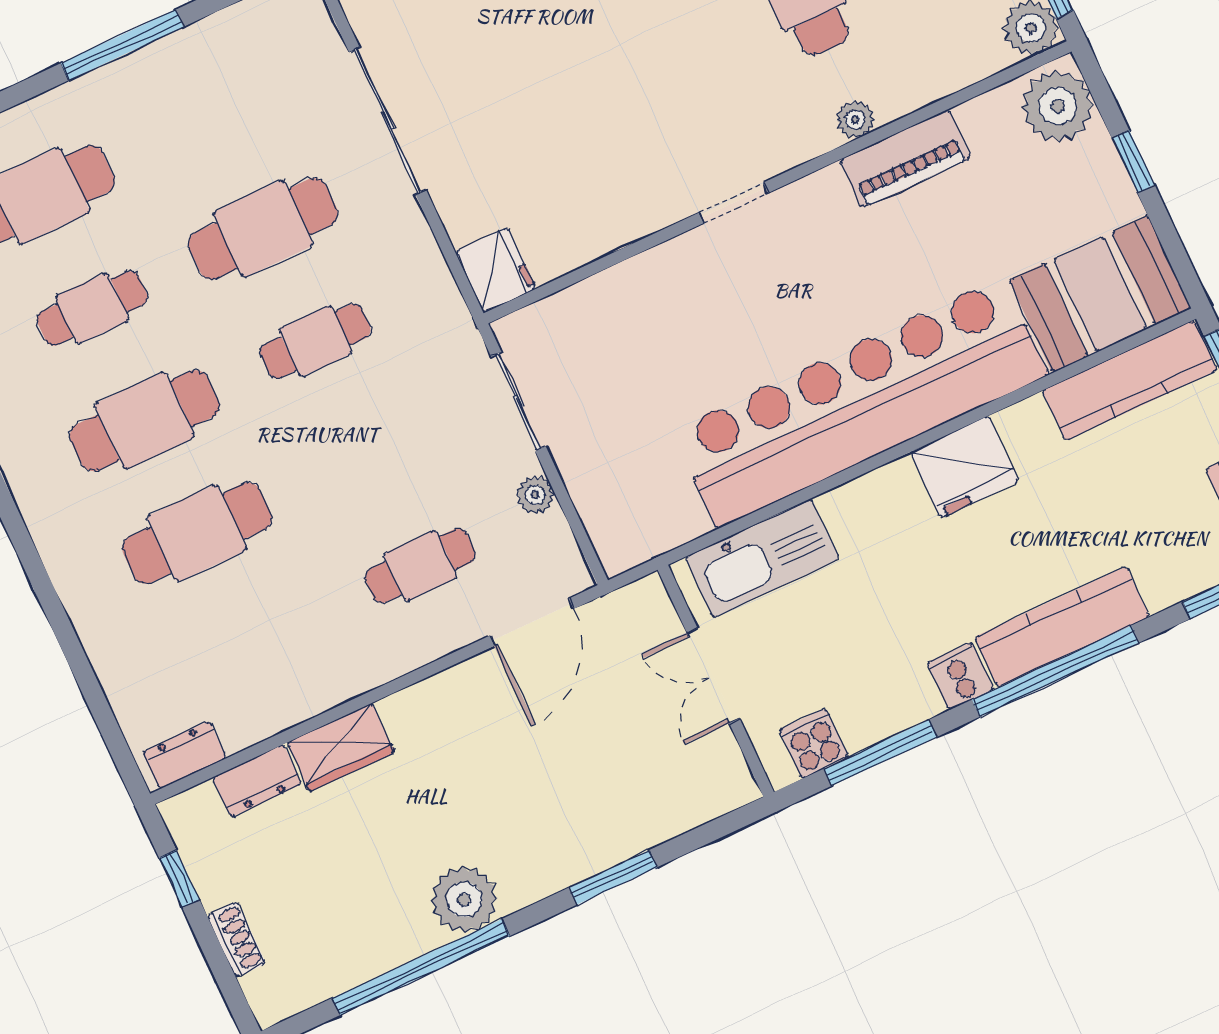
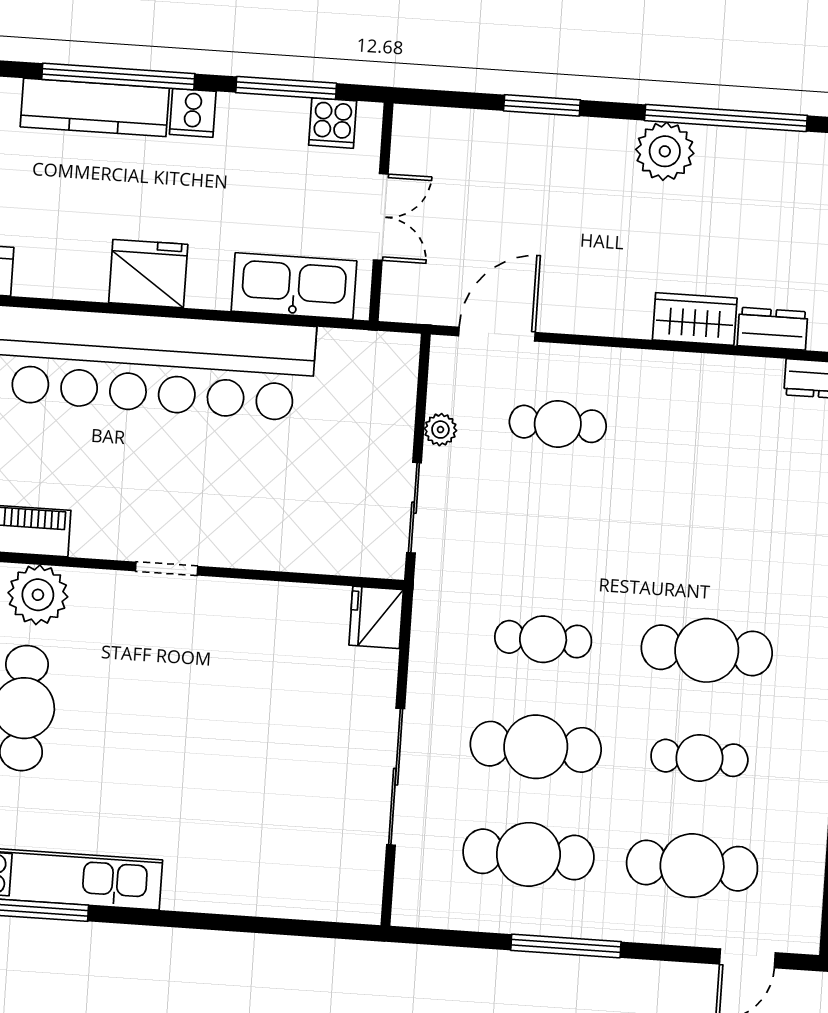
plant: (855, 120) -> (38, 595), width x1.88, depth x1.88
fridge: (965, 467) -> (148, 274), moved
cafe table: (197, 533) -> (528, 854), moved

